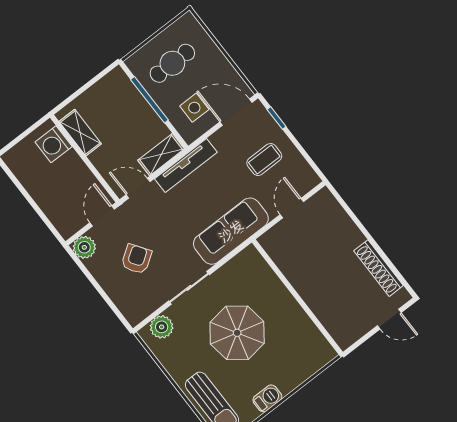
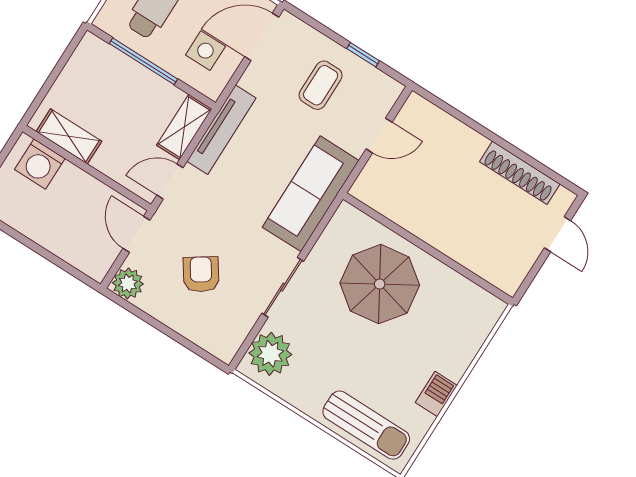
window: (277, 118) -> (363, 55), moved
door: (292, 208) -> (379, 135), swing flipped
door: (389, 319) -> (558, 234), hinge flipped
plant: (162, 327) -> (270, 354), width x1.36, depth x1.36
parasol: (237, 333) -> (380, 284), moved

